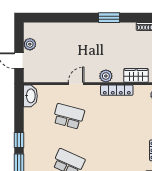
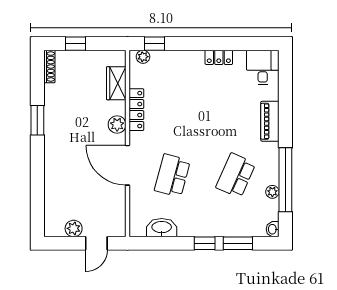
door: (76, 84) -> (128, 165), width x1.87
washbasin: (30, 96) -> (162, 228), moved

